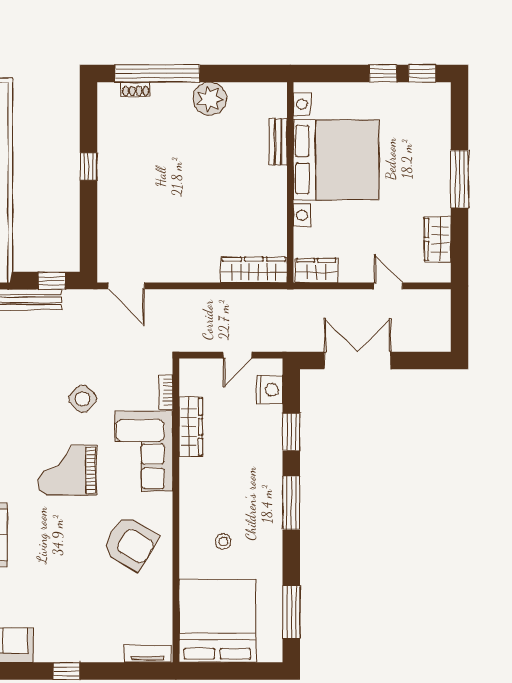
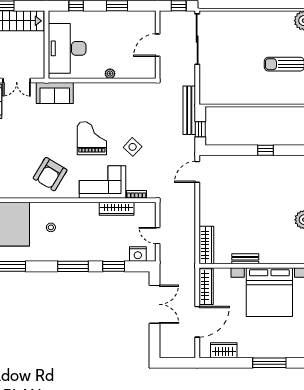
bench: (278, 142) -> (245, 259), moved
window: (460, 179) -> (269, 363), moved
wardrobe: (316, 271) -> (206, 287), width x1.50
door: (388, 286) -> (197, 322), width x1.88

